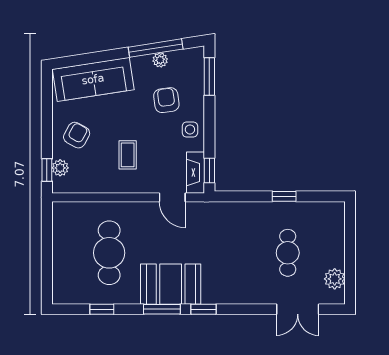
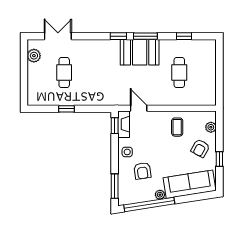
window: (156, 48) -> (149, 204), width x1.46
plant: (160, 60) -> (160, 195), moved
coffee table: (128, 155) -> (177, 127), moved
window: (47, 170) -> (219, 159), moved
cafe table: (109, 253) -> (179, 72), width x0.73, depth x0.74

